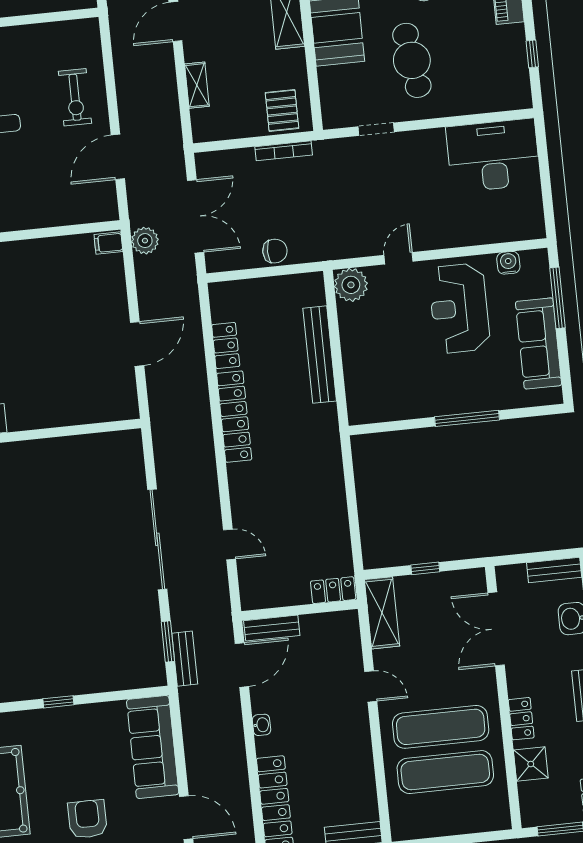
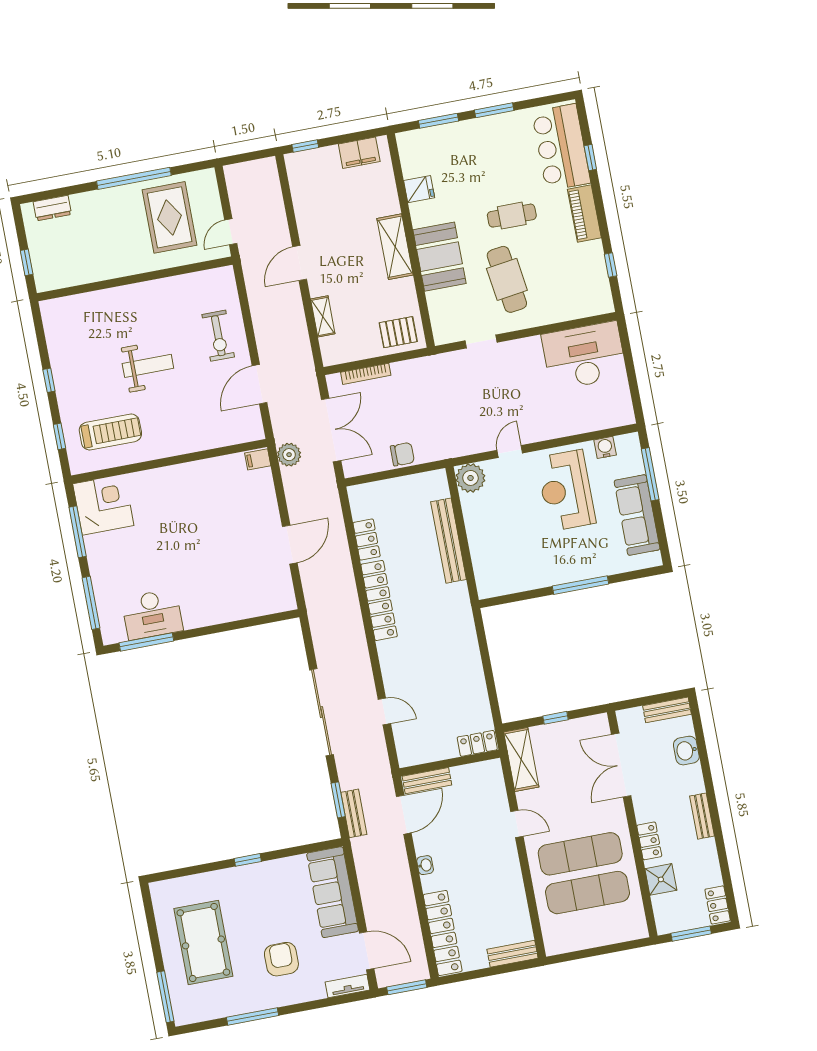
pallet: (282, 110) -> (398, 332), turned 90
bookcase: (284, 151) -> (366, 374), moved

